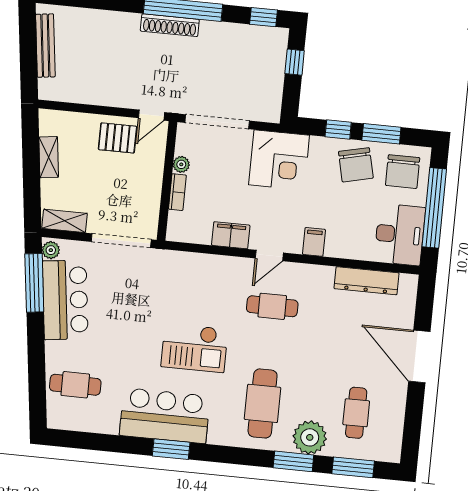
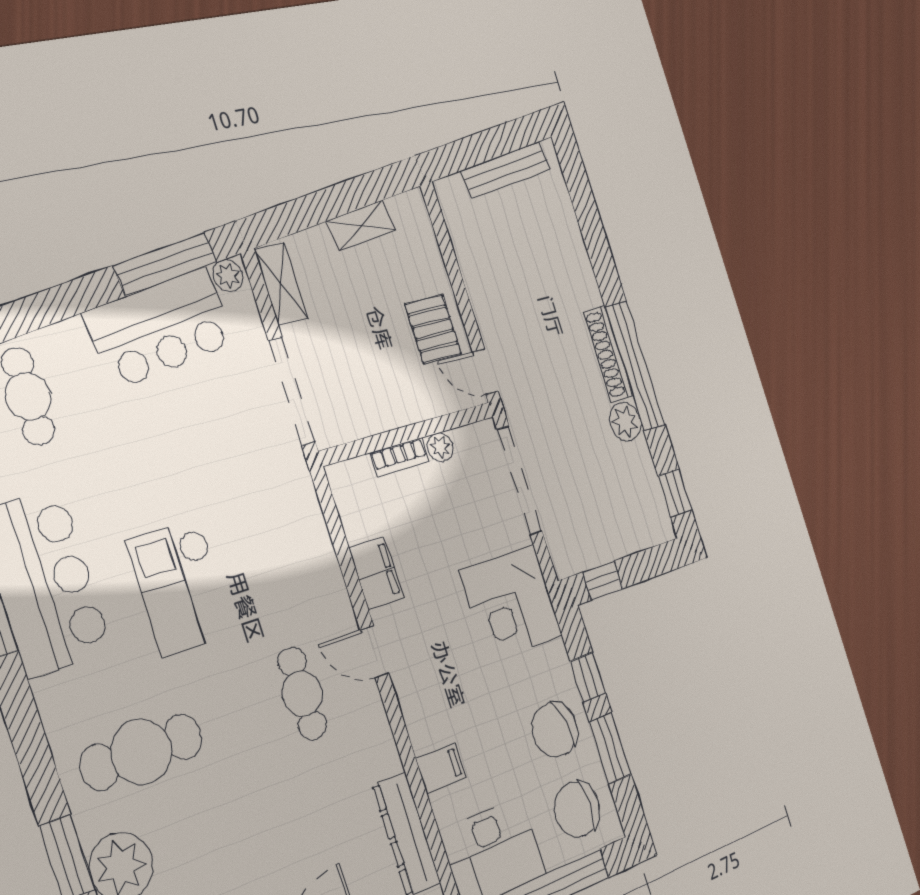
plant: (211, 32) -> (625, 422), added
window: (295, 62) -> (603, 580), moved
filing cabinet: (314, 242) -> (441, 768), moved

